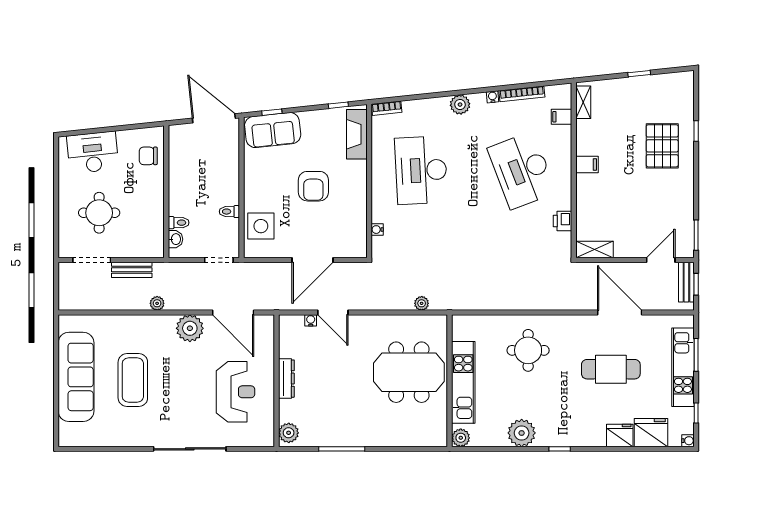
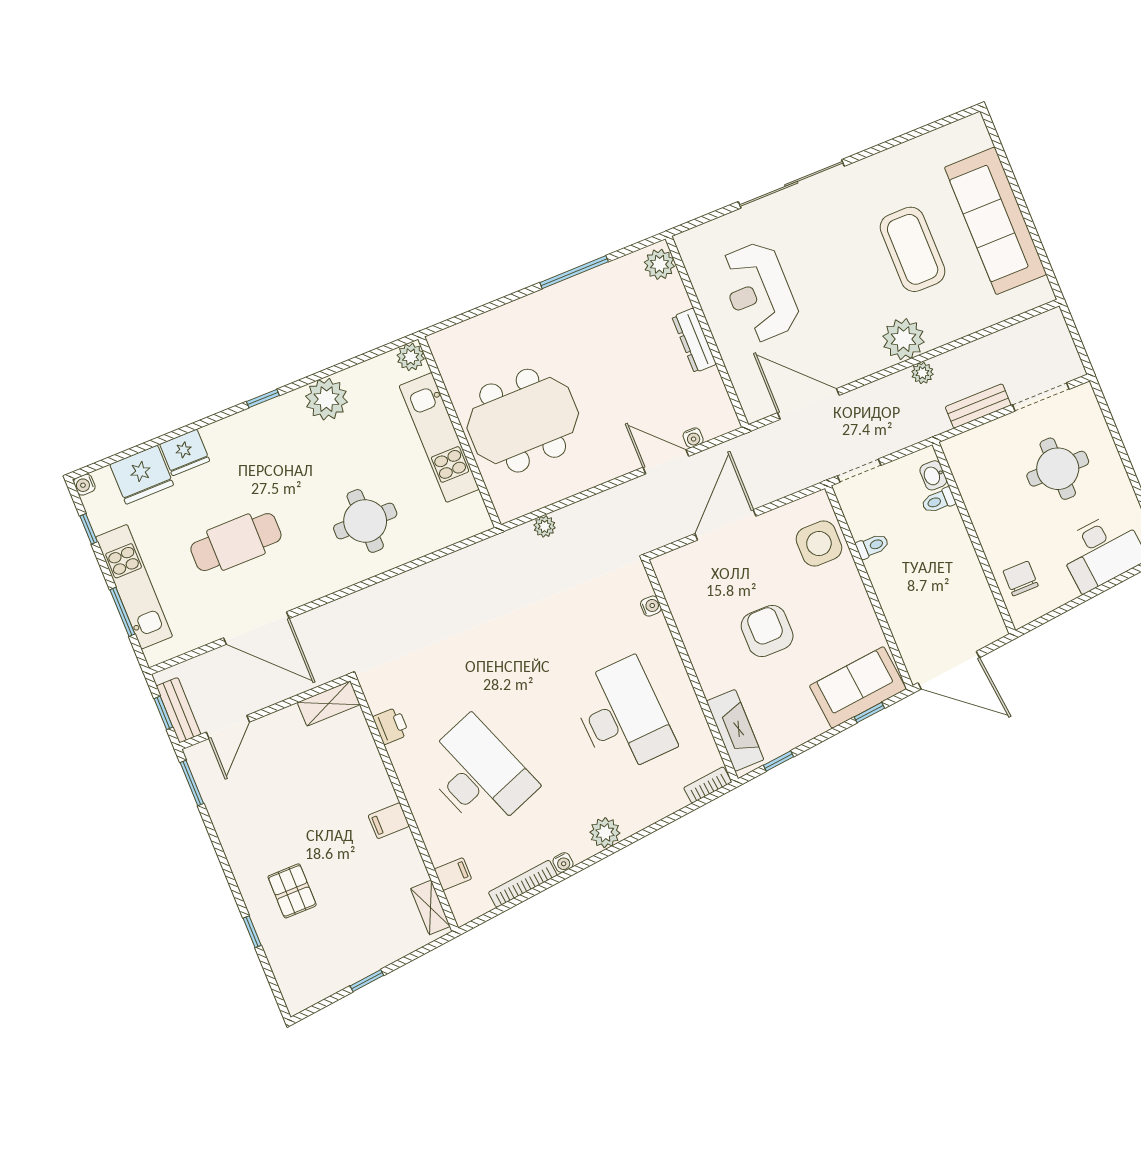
pallet: (662, 146) -> (292, 891), width x0.67, depth x0.71
chair: (148, 156) -> (1021, 578), turned -90
plant: (190, 328) -> (903, 339), moved

